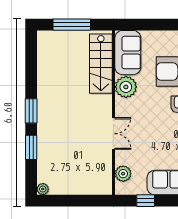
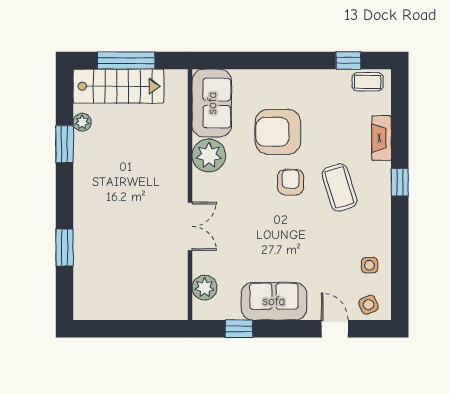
stairs: (101, 64) -> (118, 86), moved, turned -90
window: (31, 111) -> (64, 144), moved
plant: (43, 189) -> (82, 122), moved

